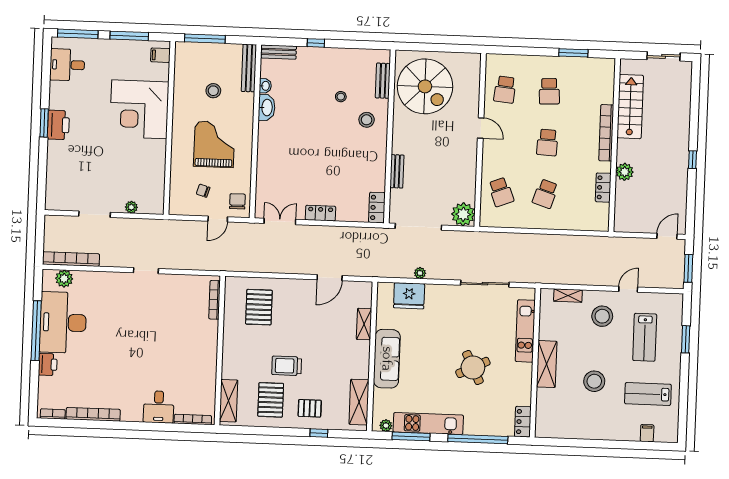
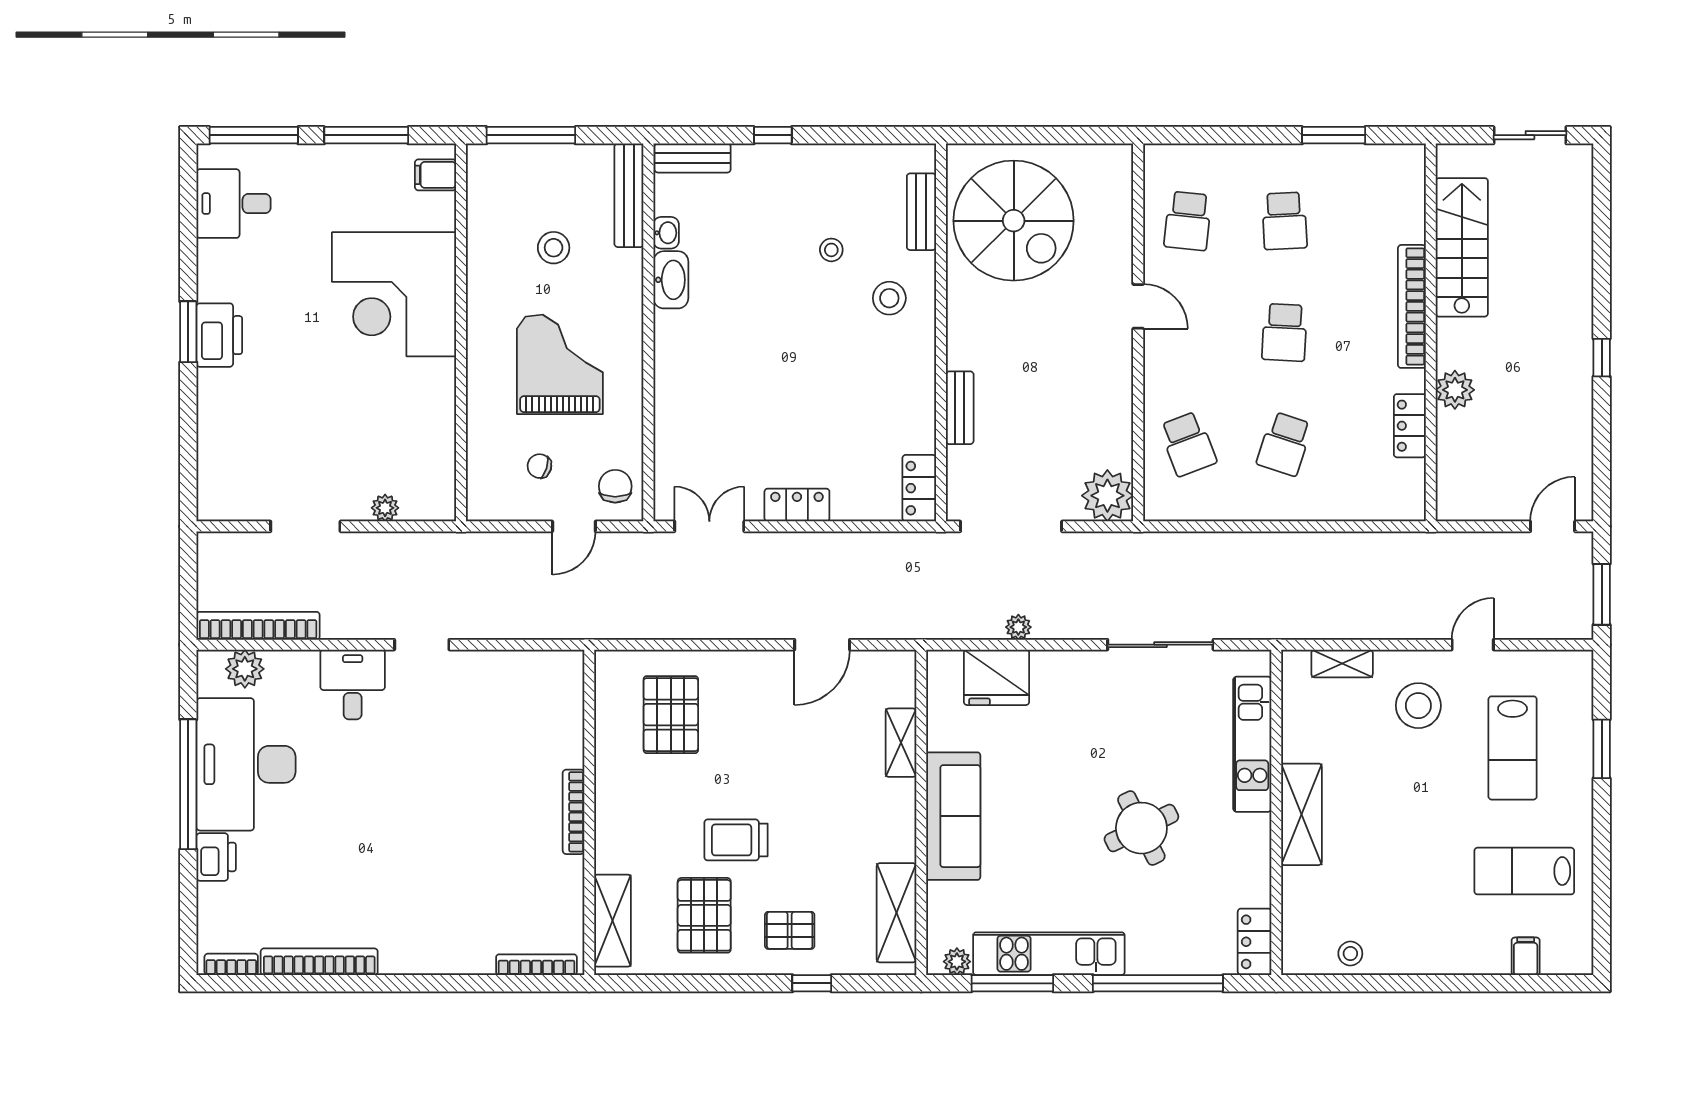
bookcase: (214, 300) -> (574, 812), moved
stool: (594, 381) -> (1350, 954), moved, width x0.53, depth x0.53
desk: (159, 407) -> (353, 684), moved, turned 180

